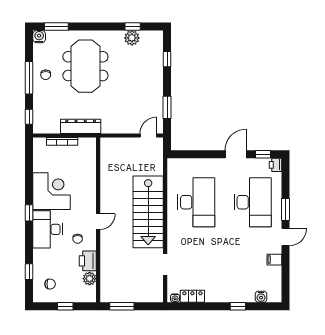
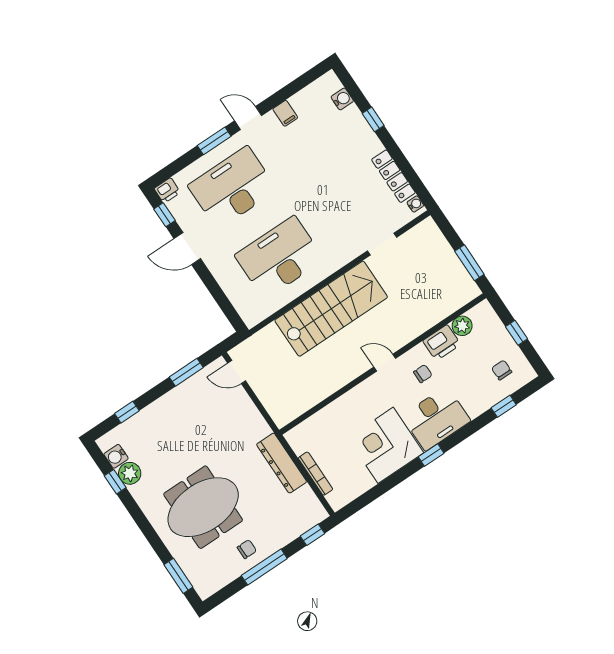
water cooler: (39, 37) -> (116, 456), moved
locker: (192, 296) -> (393, 176), width x1.53

